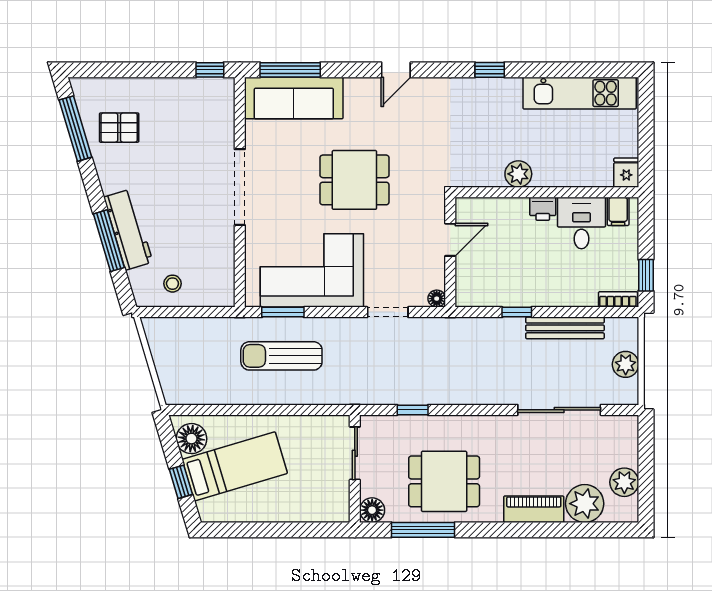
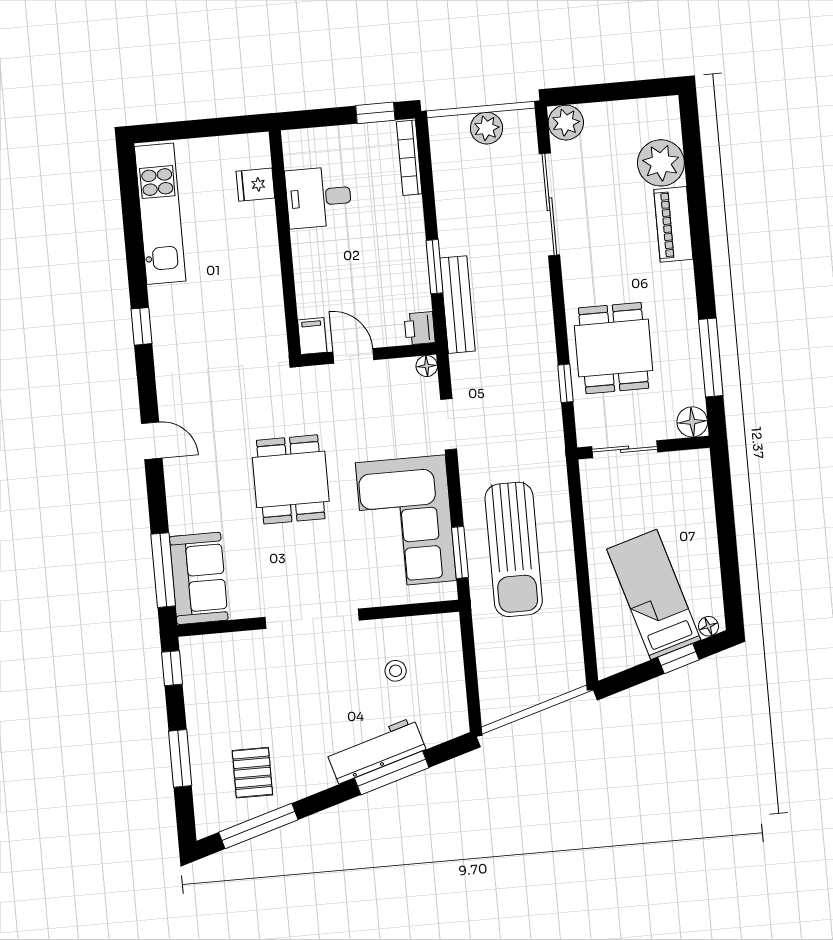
window: (136, 70) -> (180, 758), added
sofa: (294, 98) -> (199, 578), width x0.73
fridge: (626, 173) -> (255, 185), moved
plant: (518, 174) -> (266, 280), removed
printer: (543, 209) -> (420, 328), moved, turned 180
filing cabinet: (618, 211) -> (312, 336), moved, turned -90
stool: (172, 284) -> (396, 671), moved
bookcase: (618, 299) -> (409, 158), width x1.56
window: (517, 312) -> (434, 267), width x1.50
bench: (565, 328) -> (457, 305), moved
sun lounger: (281, 356) -> (514, 549), width x1.36, depth x1.34
floor lamp: (191, 439) -> (708, 626), moved, width x0.53, depth x0.53
dining table: (444, 481) -> (614, 348), moved
plant: (624, 482) -> (566, 123), moved

